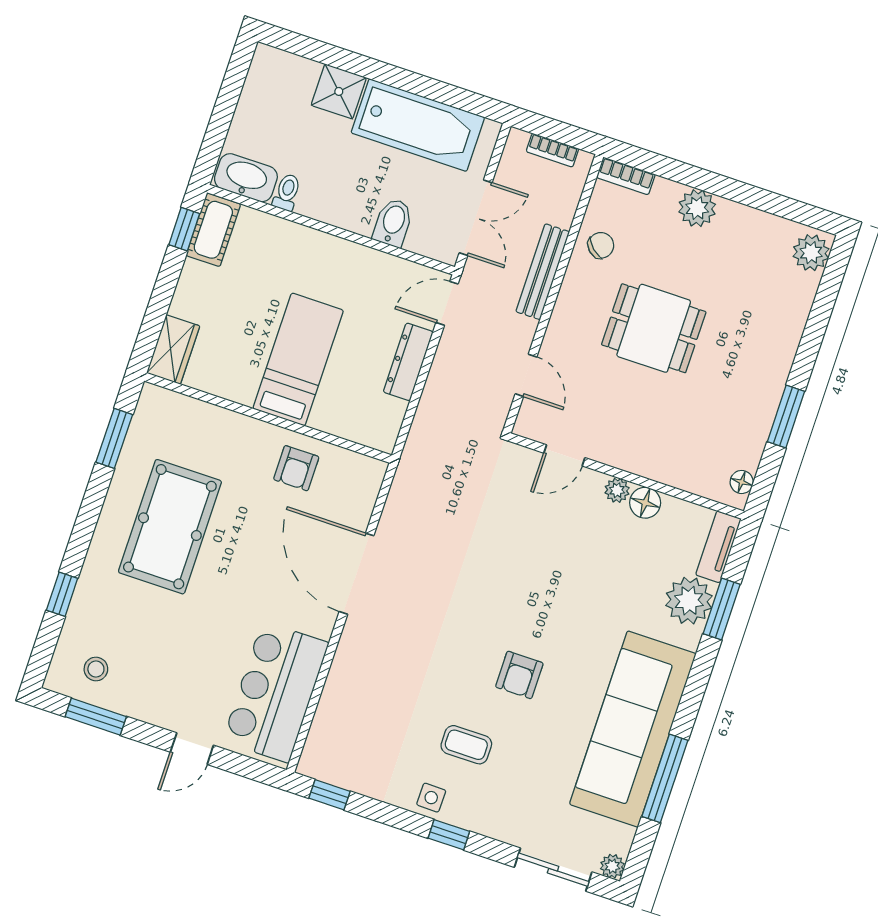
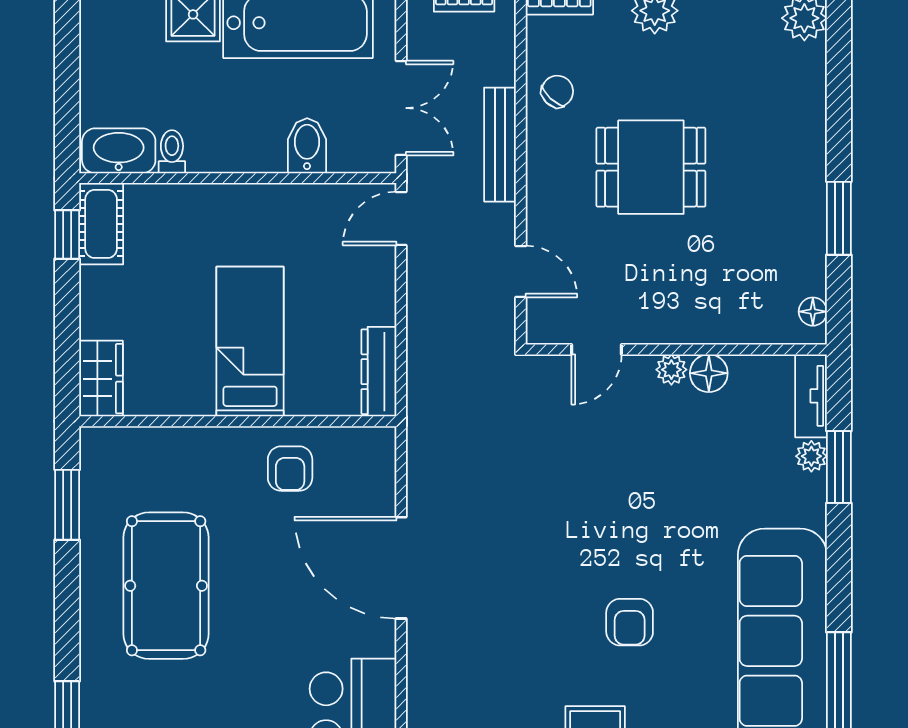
dresser: (408, 362) -> (379, 372), moved
plant: (689, 601) -> (811, 456), width x0.53, depth x0.53

